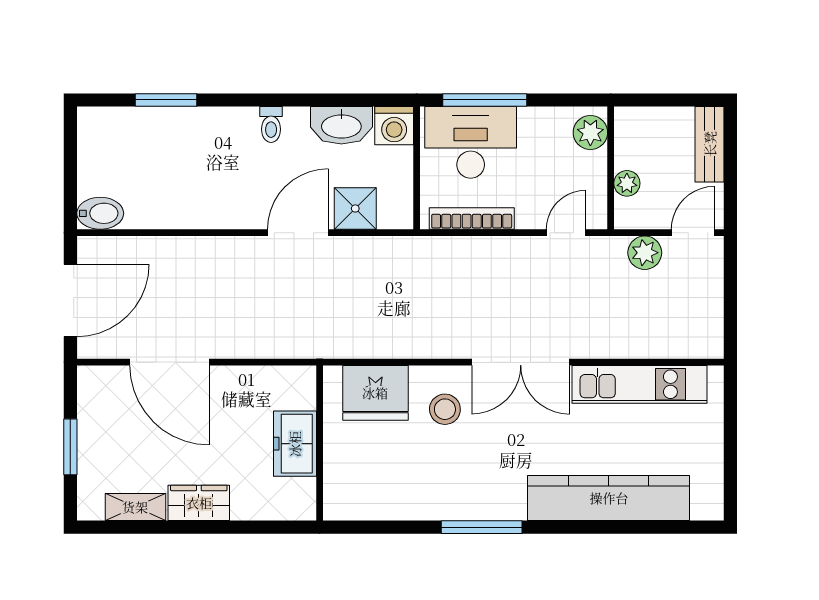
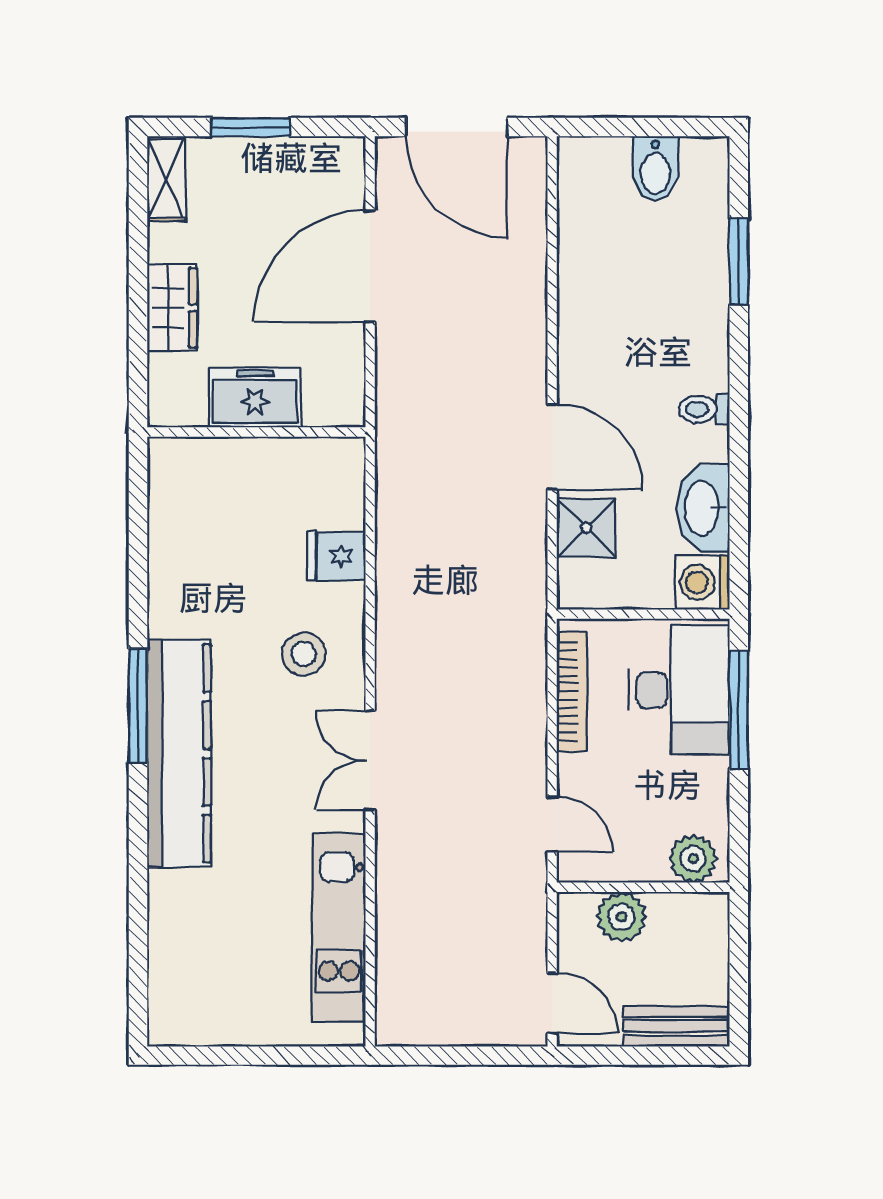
plant: (627, 183) -> (622, 917), width x1.38, depth x1.38
bidet: (100, 213) -> (655, 169), moved
plant: (645, 253) -> (524, 935), removed
double door: (521, 362) -> (370, 760), width x0.73
fridge: (375, 393) -> (337, 556), width x0.53, depth x0.75
wall: (320, 443) -> (256, 432), moved
freezer: (295, 444) -> (255, 397), moved
kitchen counter: (609, 498) -> (179, 753), moved
shelving: (135, 507) -> (166, 179), moved

